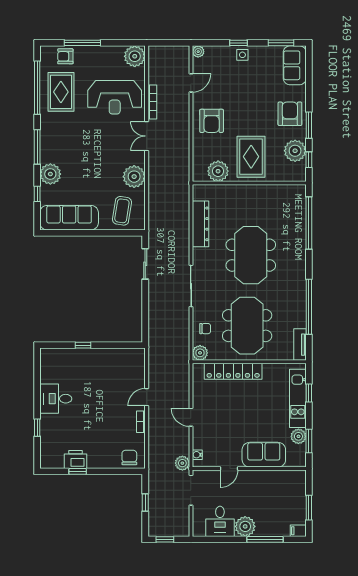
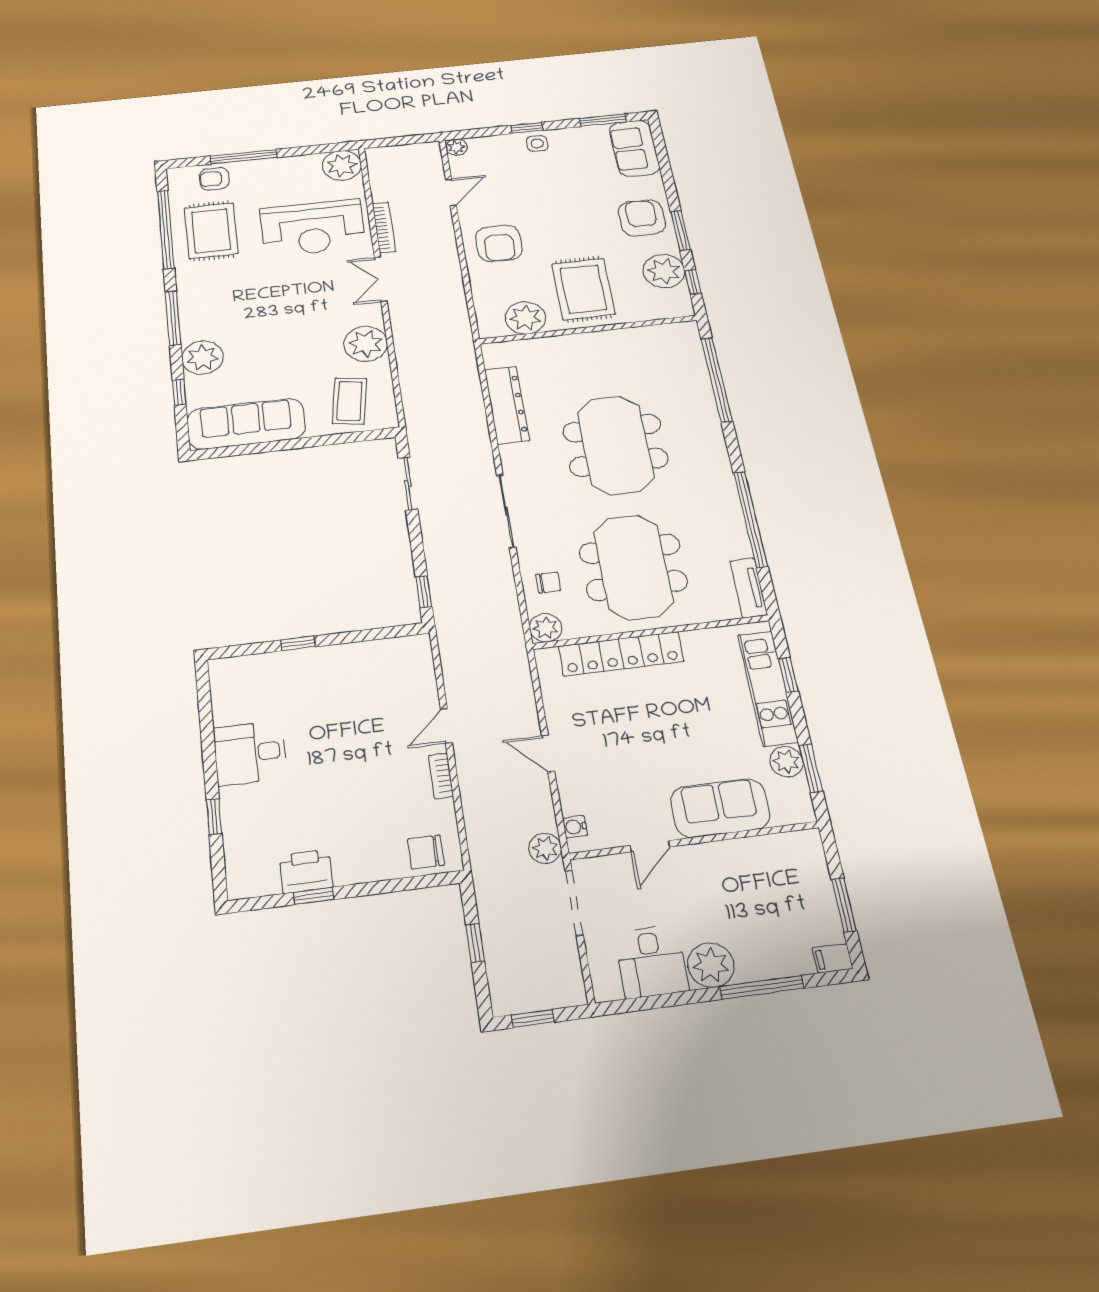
window: (145, 326) -> (424, 592), added
chair: (129, 458) -> (426, 852), turned -90

